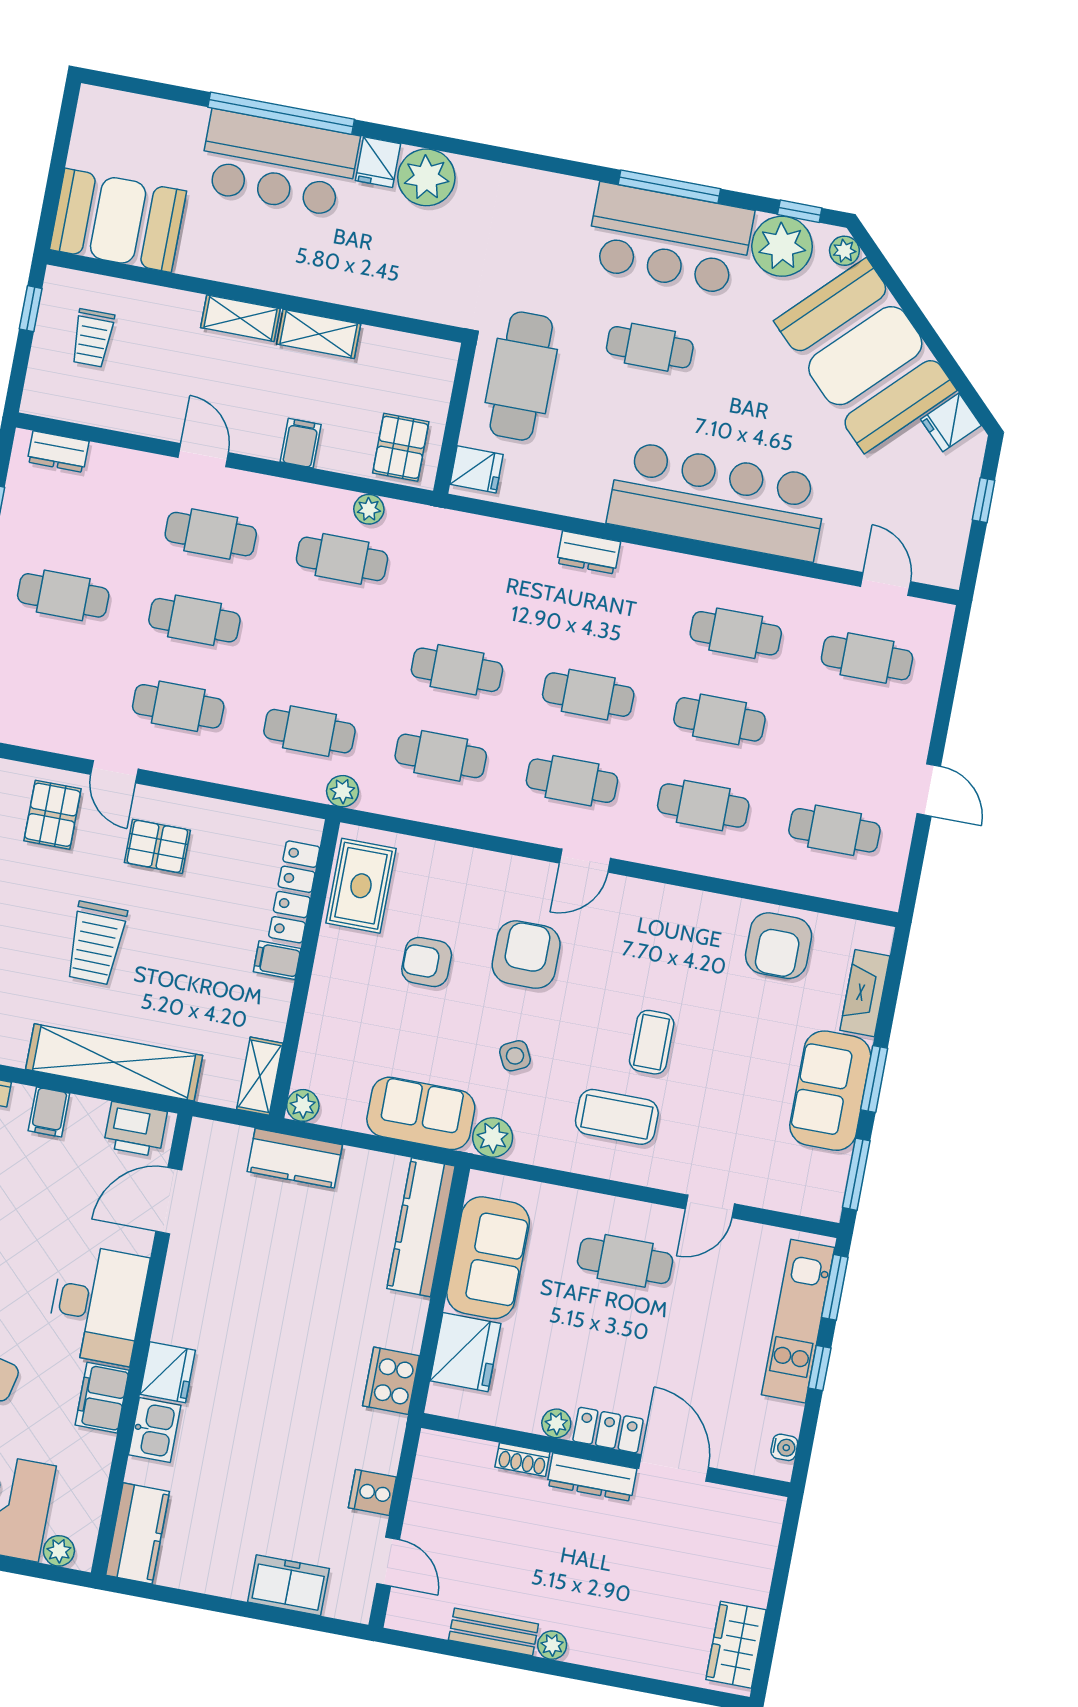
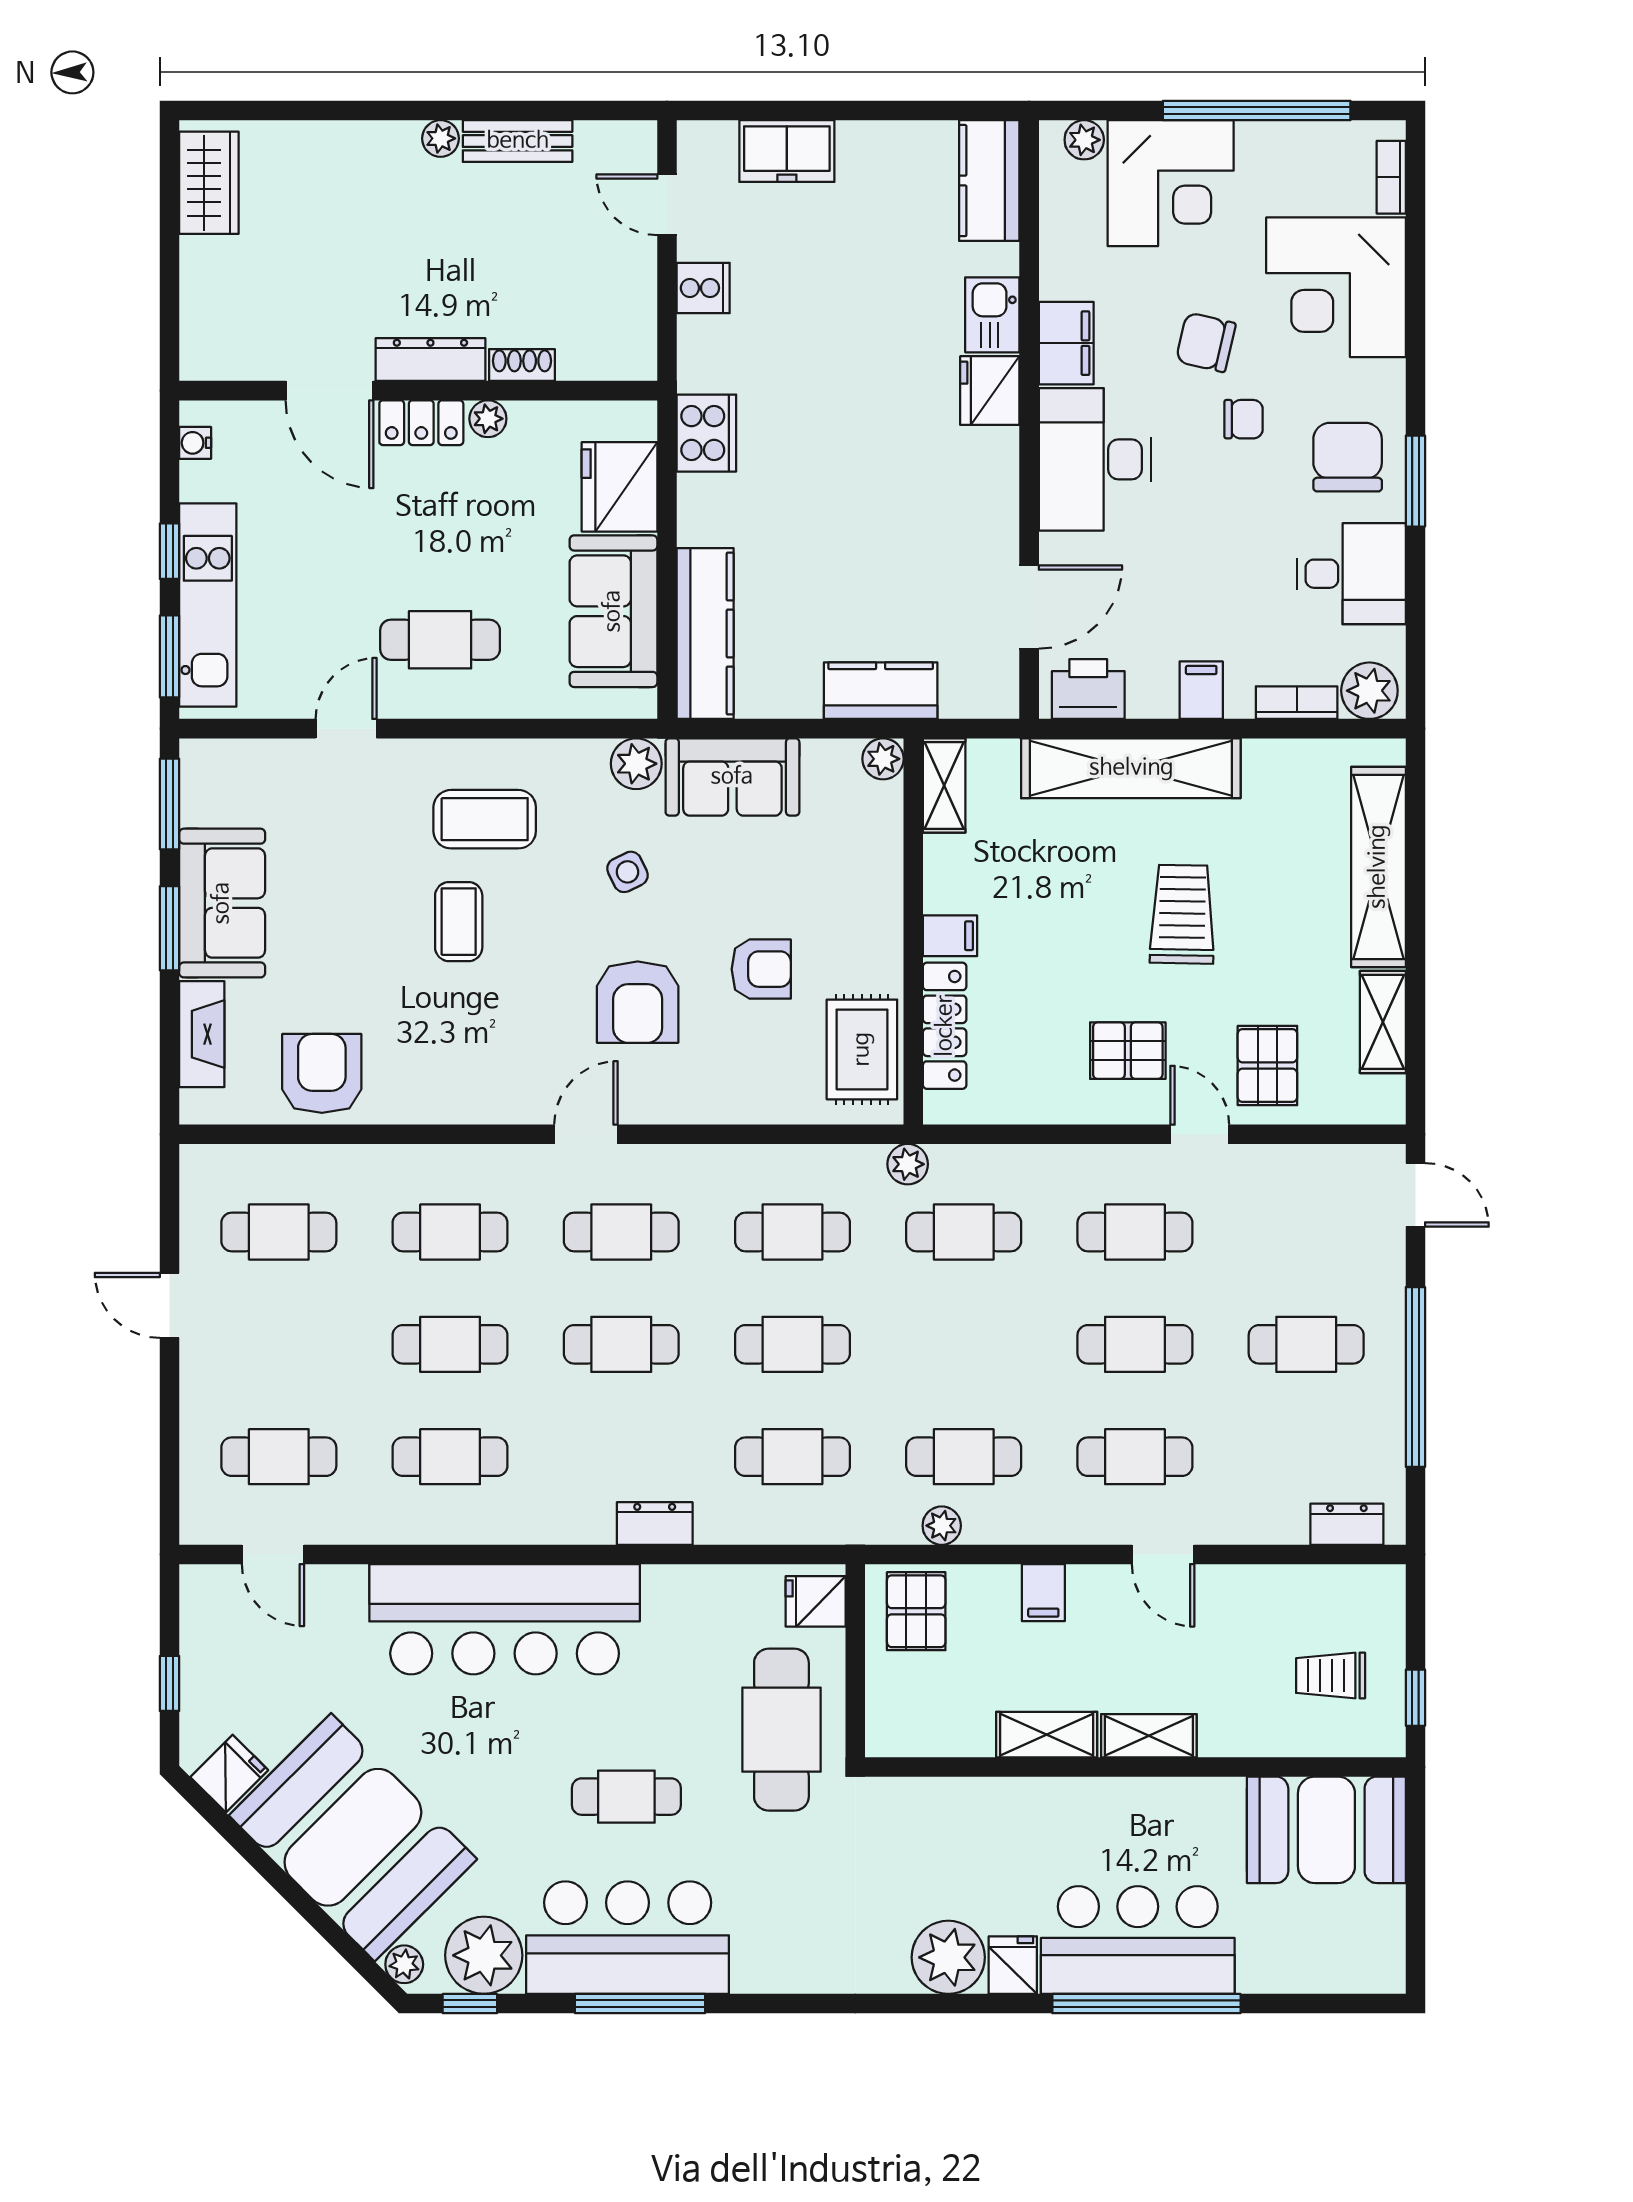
trolley: (92, 338) -> (1331, 1676), turned -90
cafe table: (473, 584) -> (792, 1457), added

